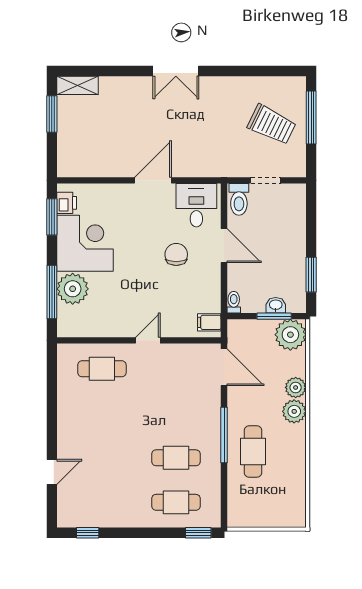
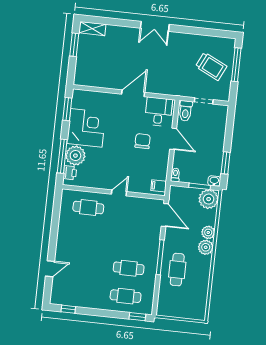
printer: (67, 203) -> (70, 173), moved
washbasin: (276, 305) -> (214, 181), moved

